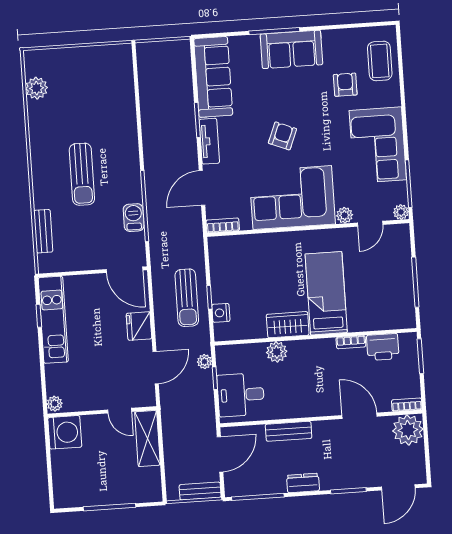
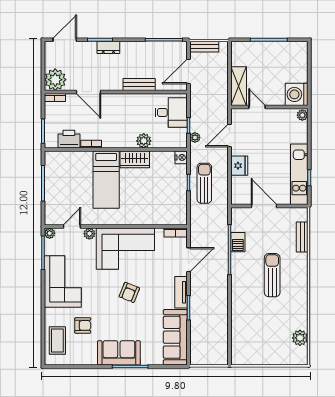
armchair: (345, 85) -> (83, 325), turned -90
door: (124, 270) -> (264, 206), moved
nightstand: (221, 313) -> (181, 157), moved
dresser: (303, 483) -> (108, 47), moved

